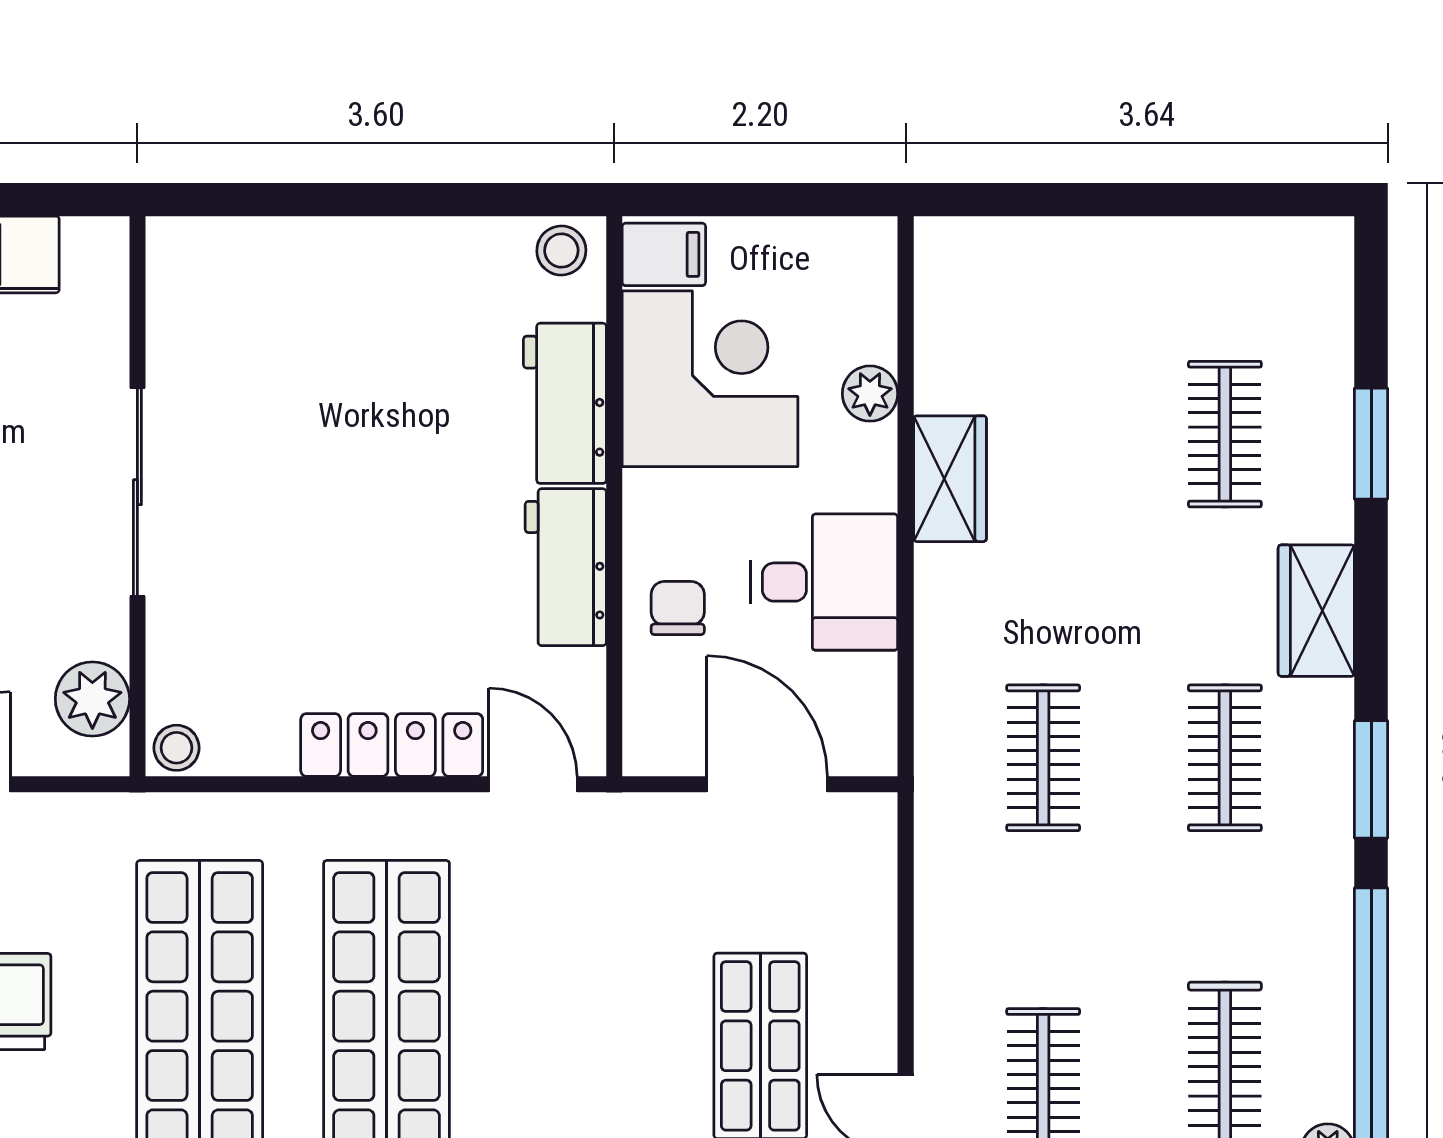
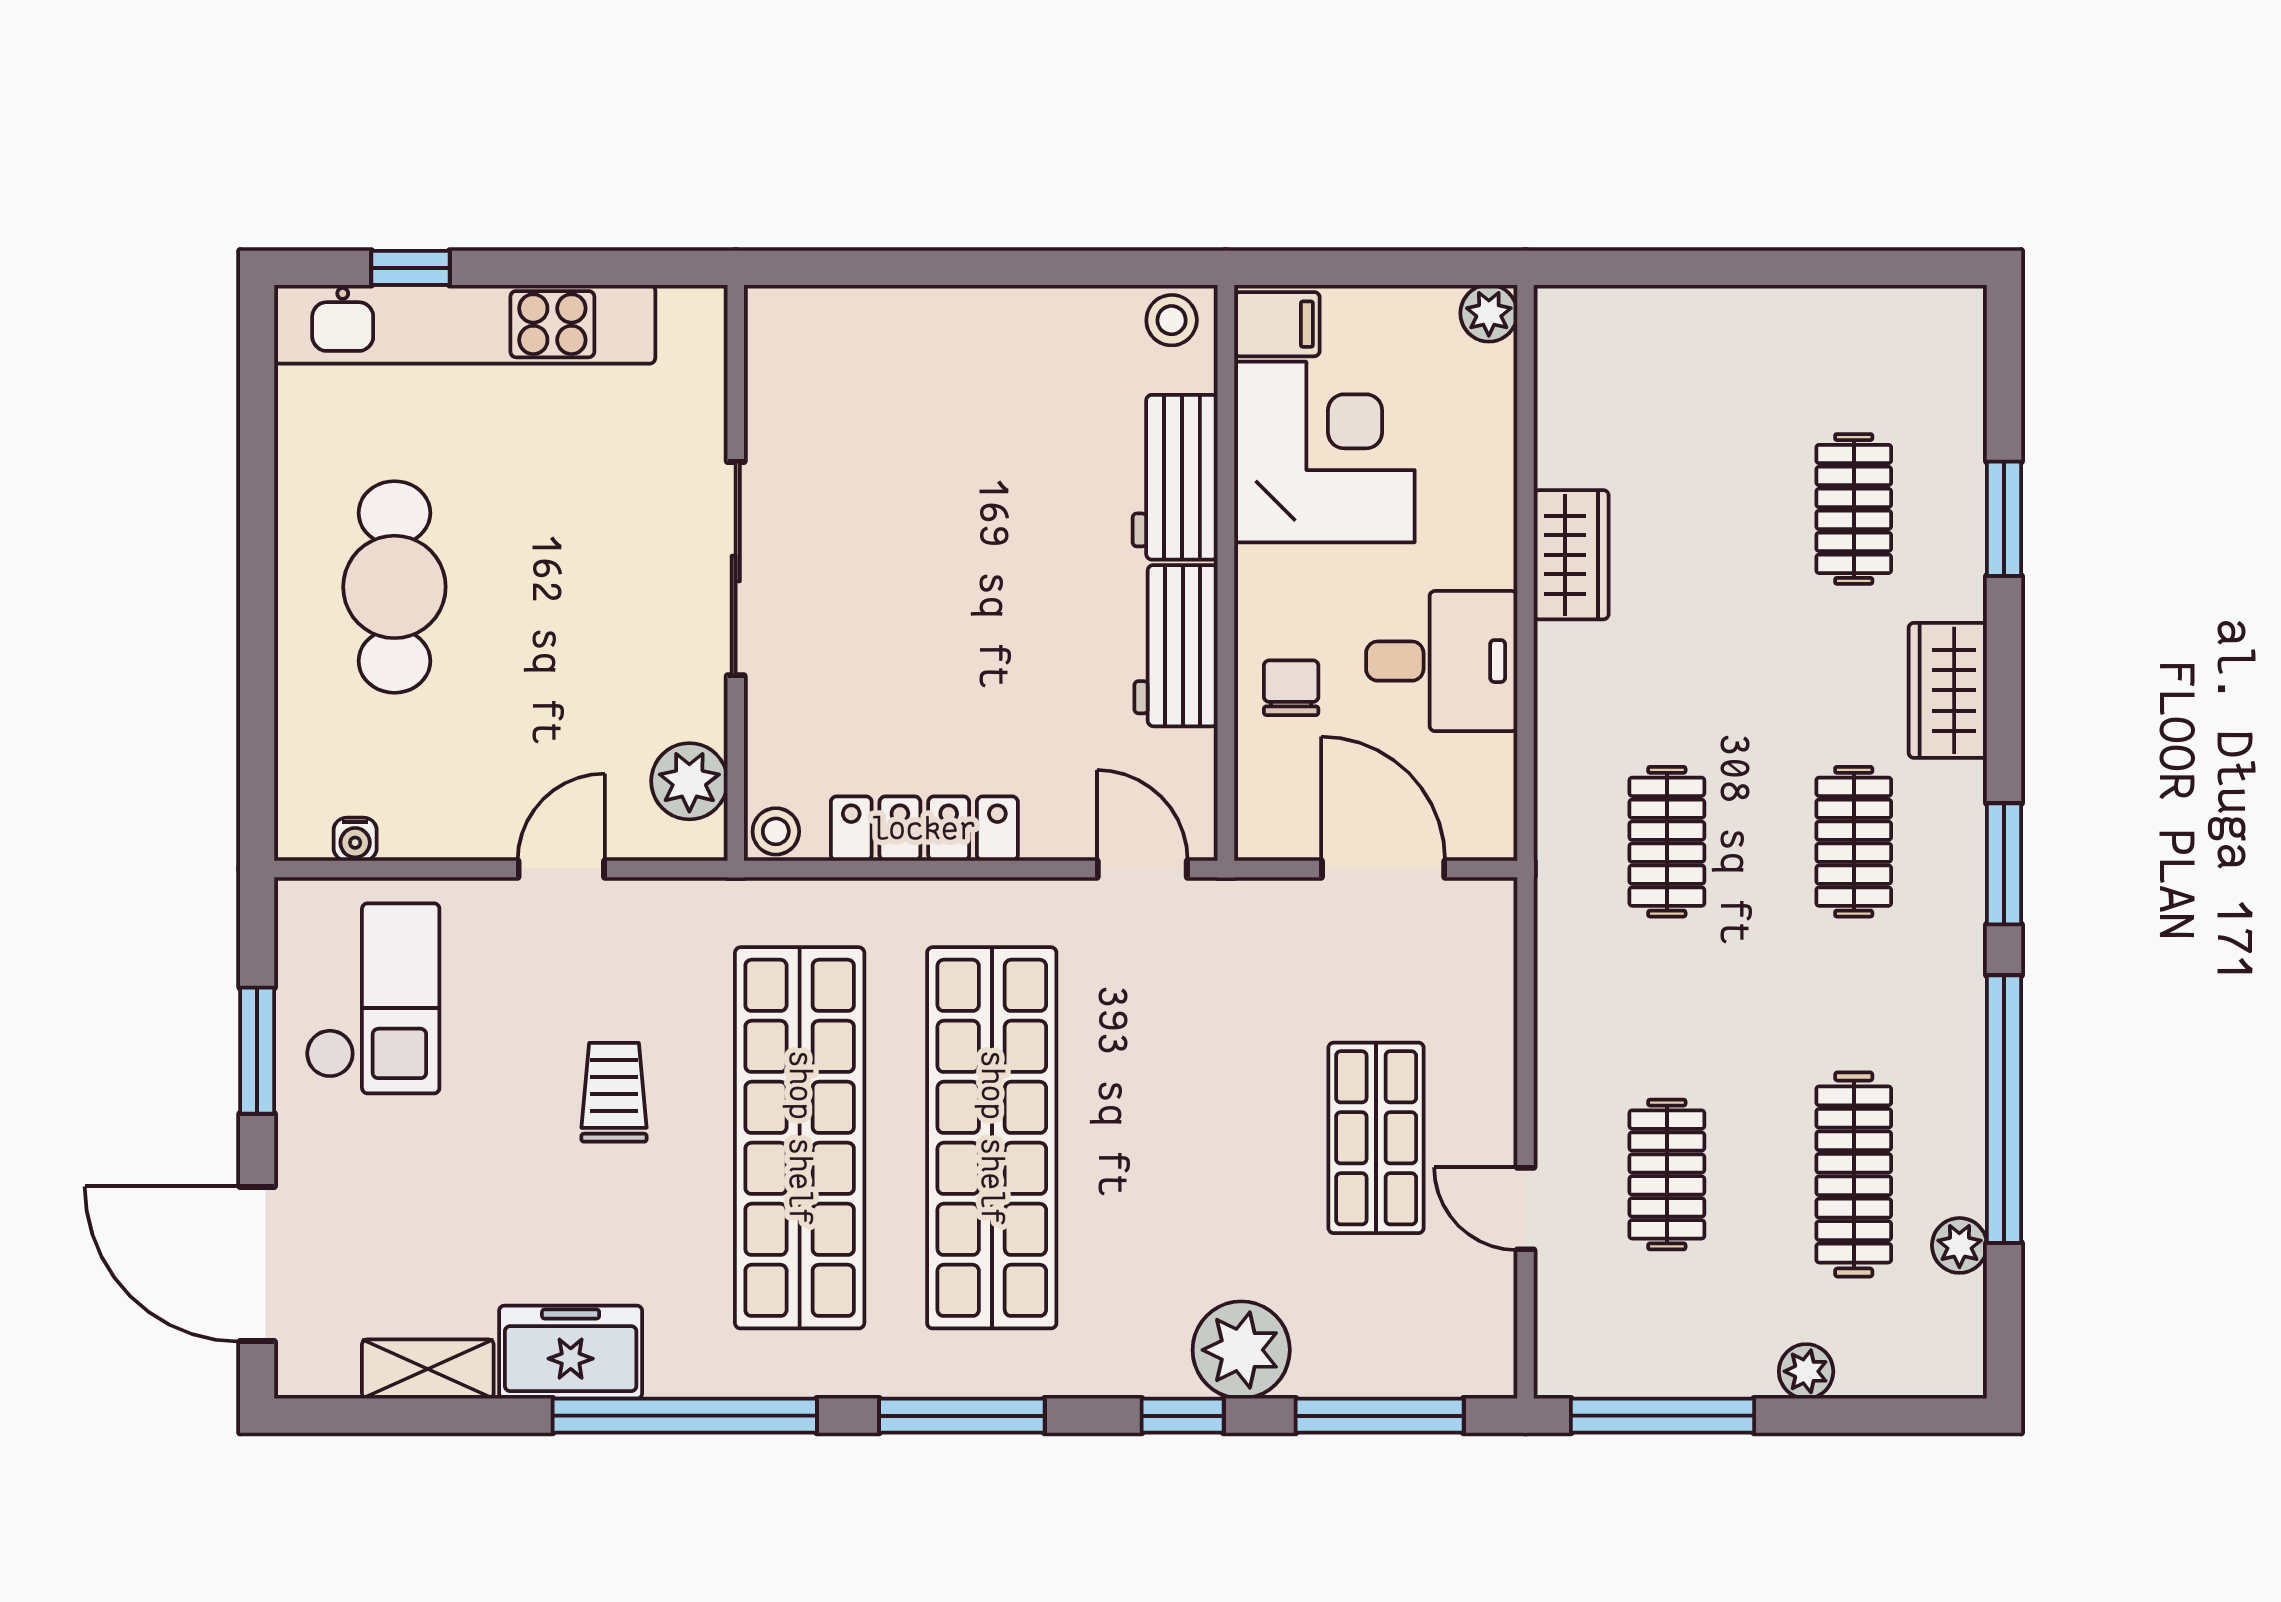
plant: (870, 394) -> (1489, 313), moved
locker: (392, 745) -> (924, 829), moved

